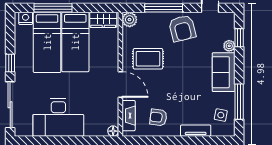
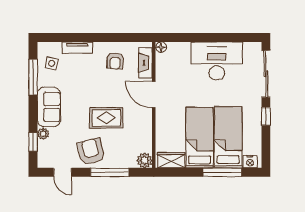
rug: (148, 59) -> (106, 118), moved
armchair: (158, 117) -> (115, 61), turned 86

